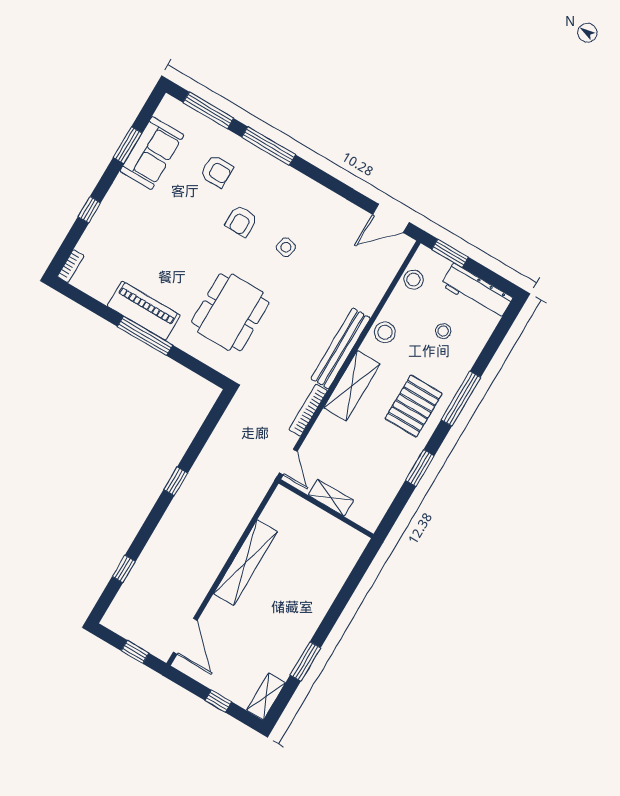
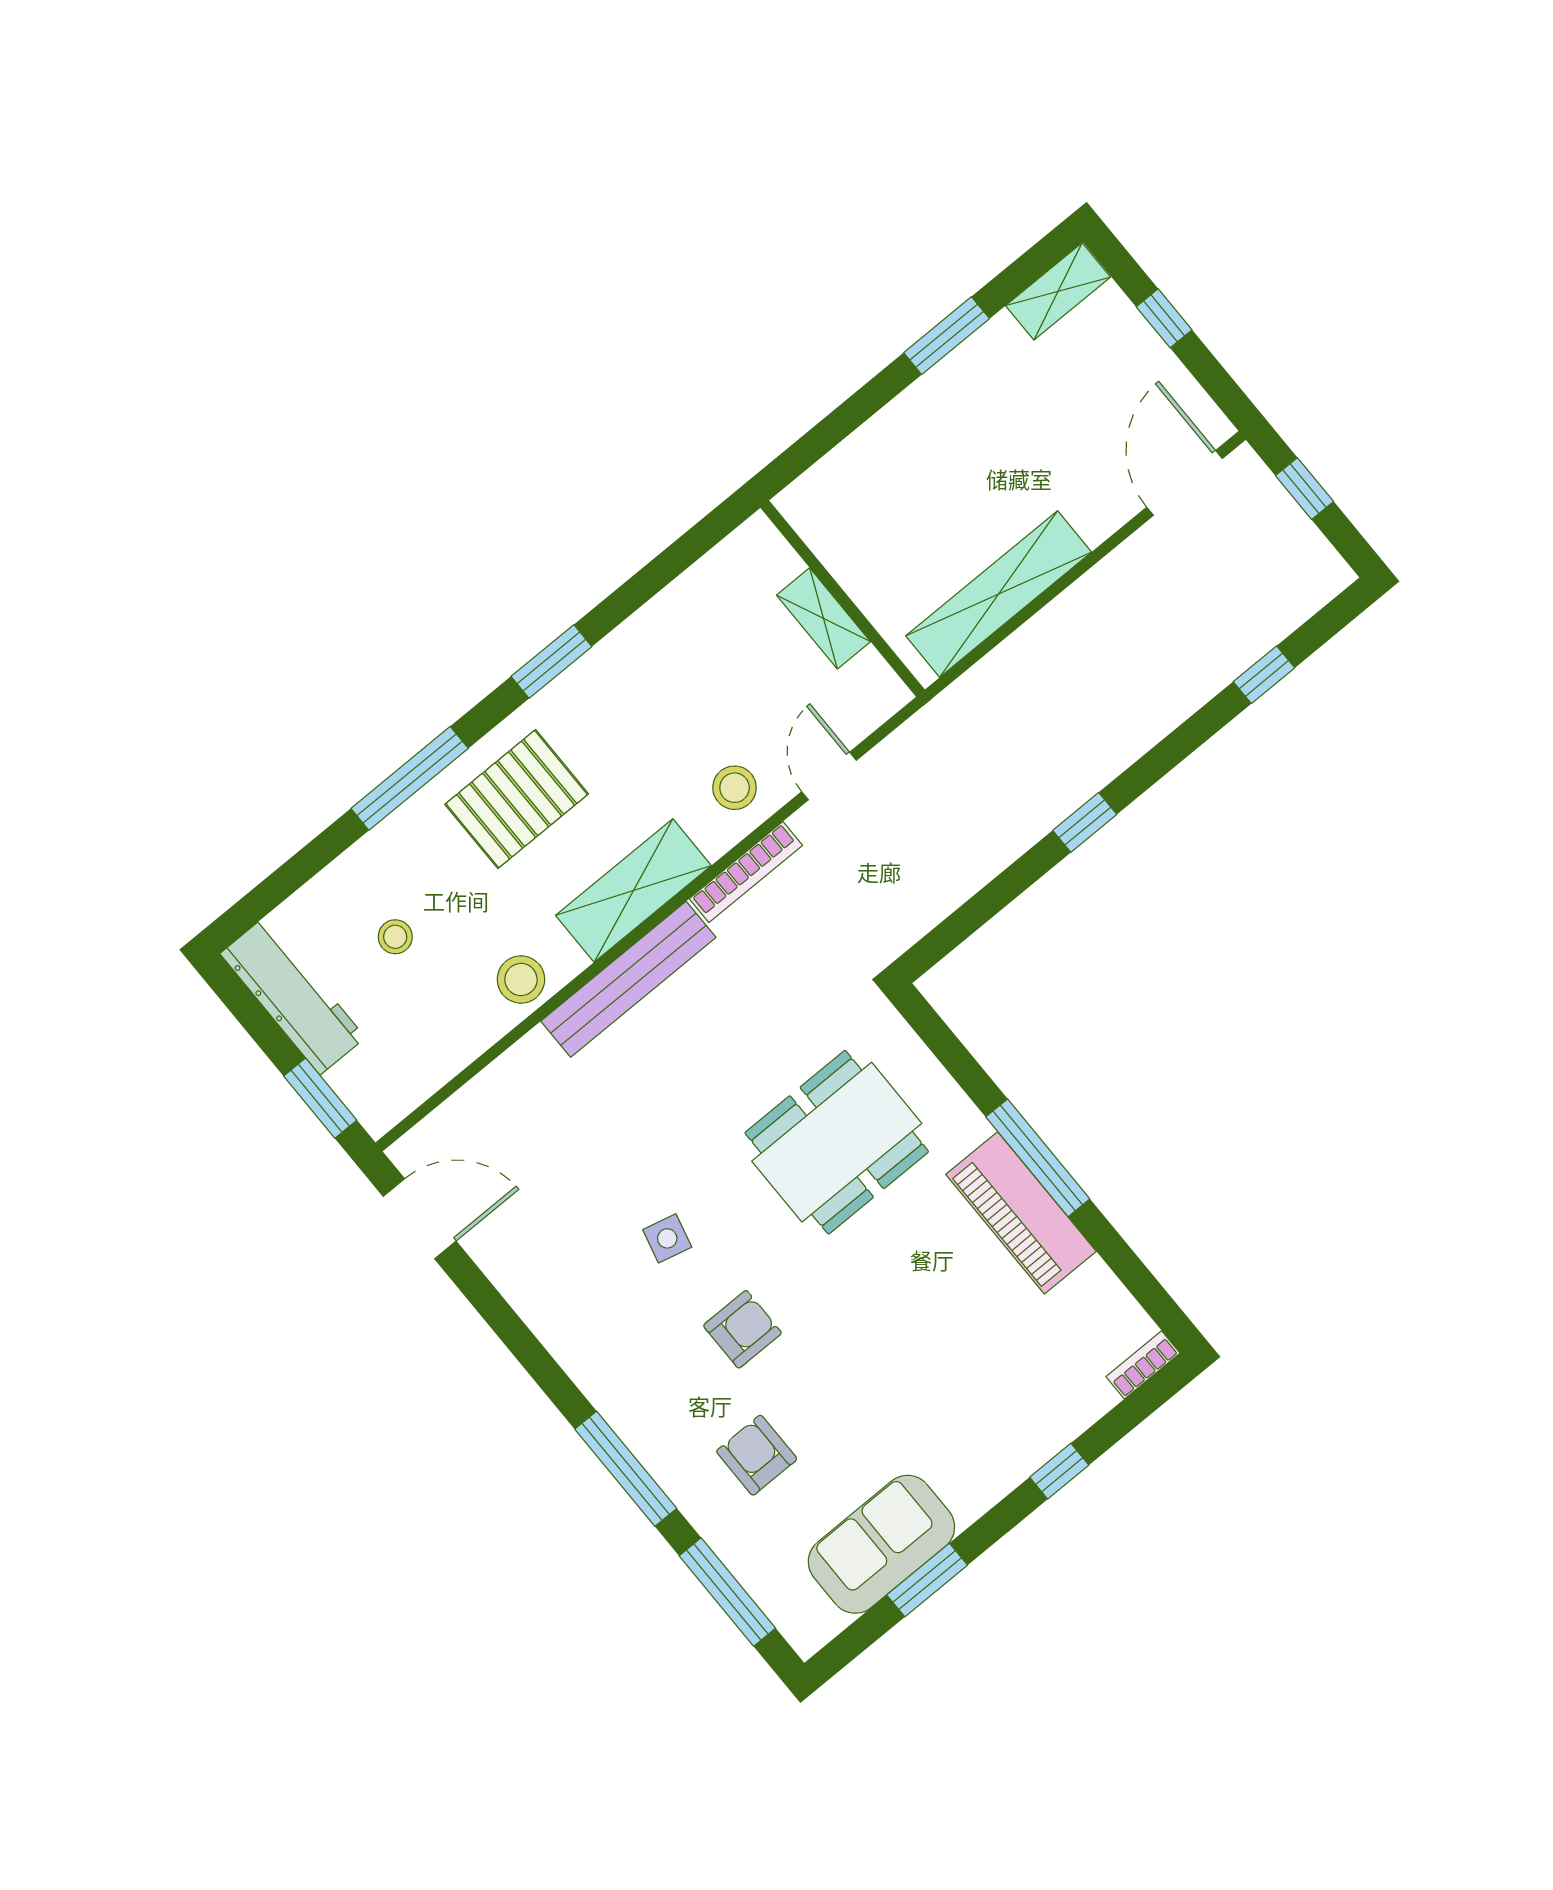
stool: (414, 280) -> (735, 788), moved
shelving: (331, 498) -> (824, 618), moved
wall: (326, 509) -> (843, 599), moved

